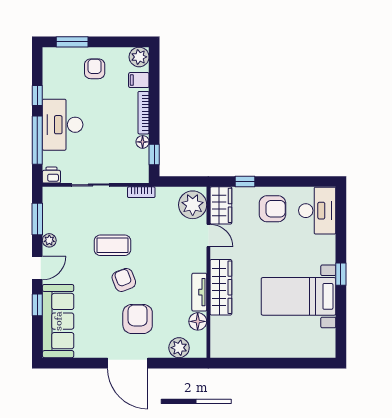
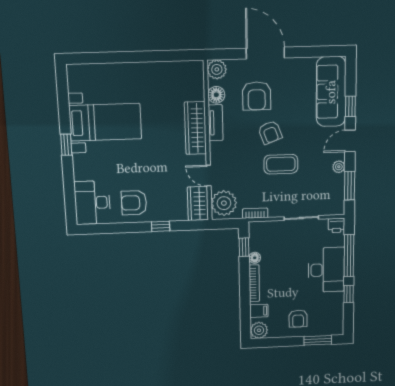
plant: (193, 205) -> (224, 203), moved
wardrobe: (221, 205) -> (198, 203), moved
door: (208, 236) -> (209, 176), moved
wall: (208, 272) -> (208, 142), moved
wardrobe: (221, 287) -> (195, 128), moved
tv unit: (199, 292) -> (216, 123), moved
floor lamp: (198, 321) -> (216, 95), moved

